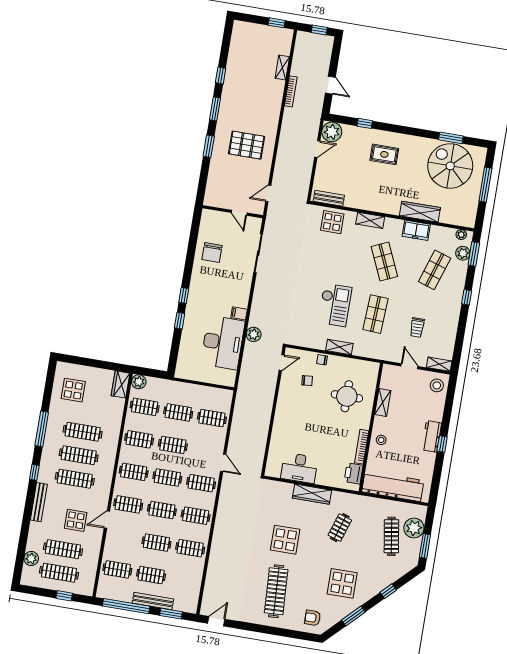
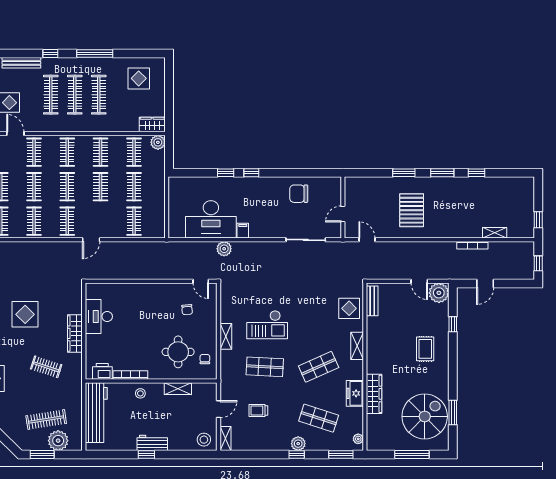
plant: (463, 253) -> (298, 444), moved
chair: (322, 360) -> (205, 359), moved

